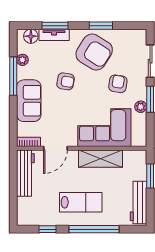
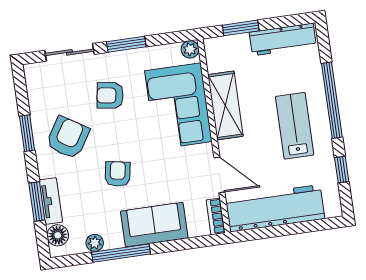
armchair: (94, 52) -> (68, 138), width x0.73, depth x0.73
plant: (141, 107) -> (190, 49), moved
workbench: (25, 173) -> (275, 208), width x1.36, depth x1.32

